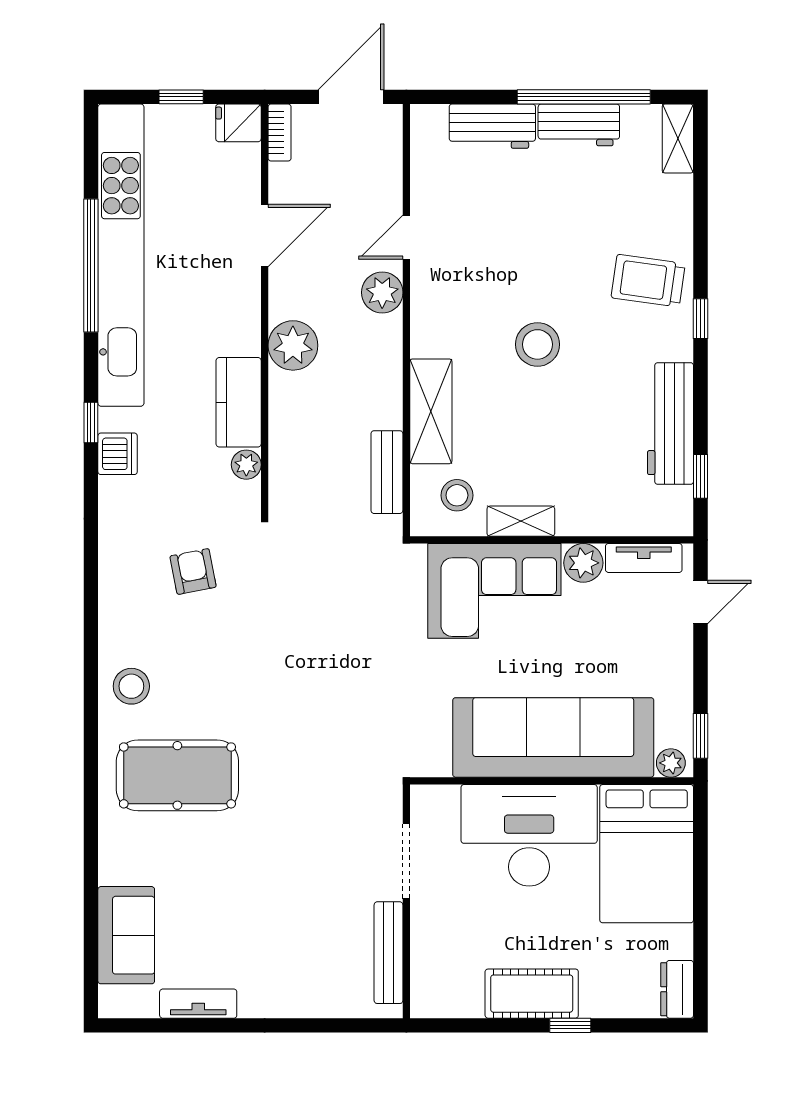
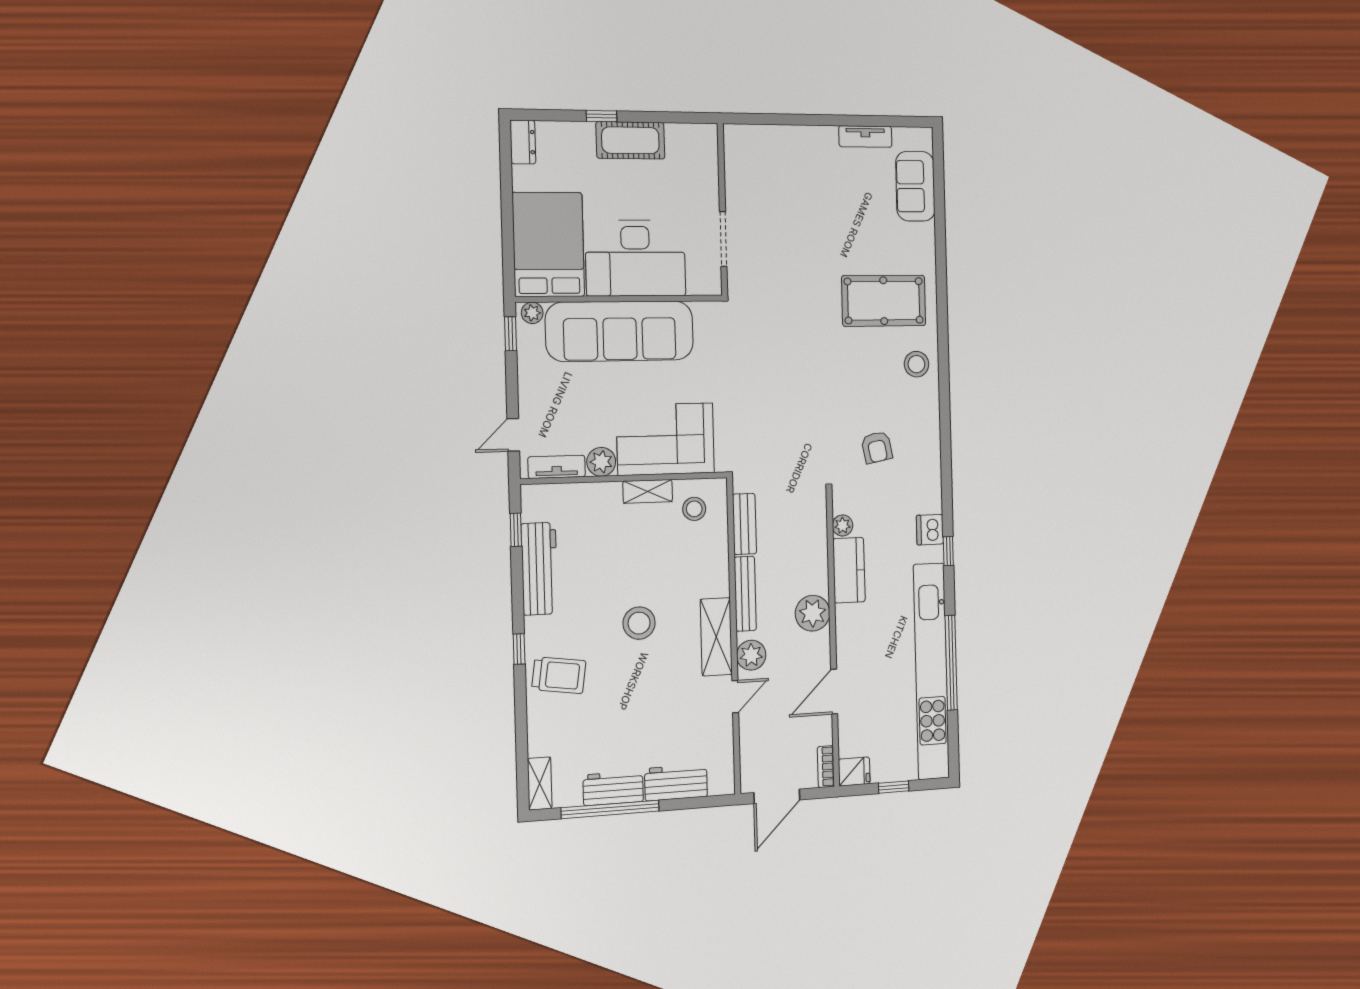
shelving: (431, 411) -> (716, 637), moved
bench: (389, 953) -> (745, 594), moved

